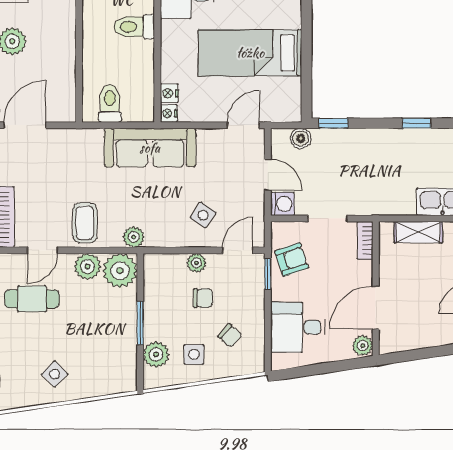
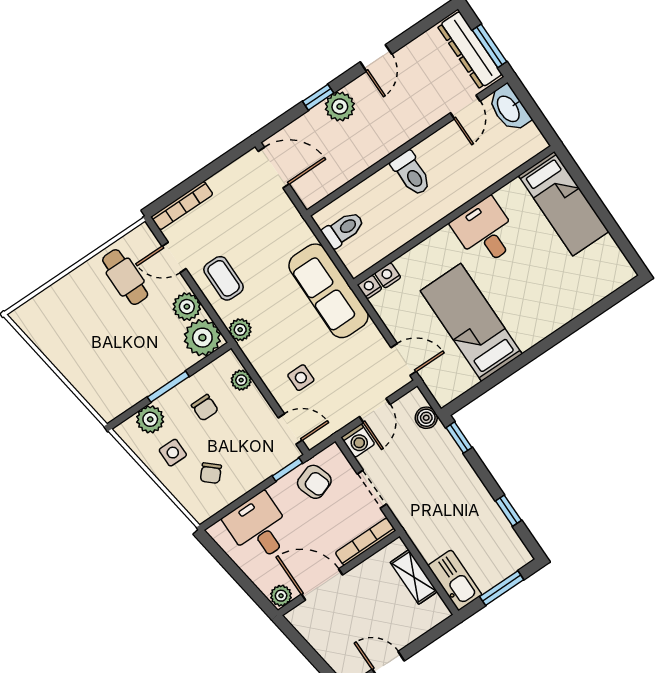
toilet: (134, 27) -> (411, 173), moved, turned 180
side table: (203, 215) -> (301, 378), turned -35
coffee table: (85, 223) -> (224, 278), turned 90
bookcase: (365, 240) -> (365, 542), width x1.56
plant: (196, 263) -> (241, 380), moved
chair: (203, 298) -> (205, 408), moved
side table: (55, 374) -> (73, 342), removed

